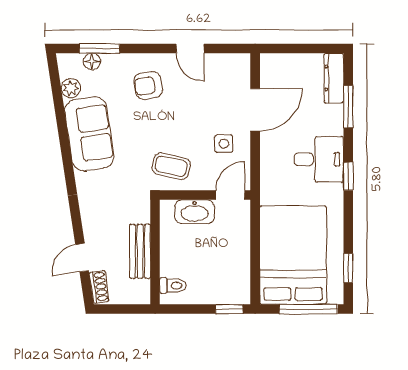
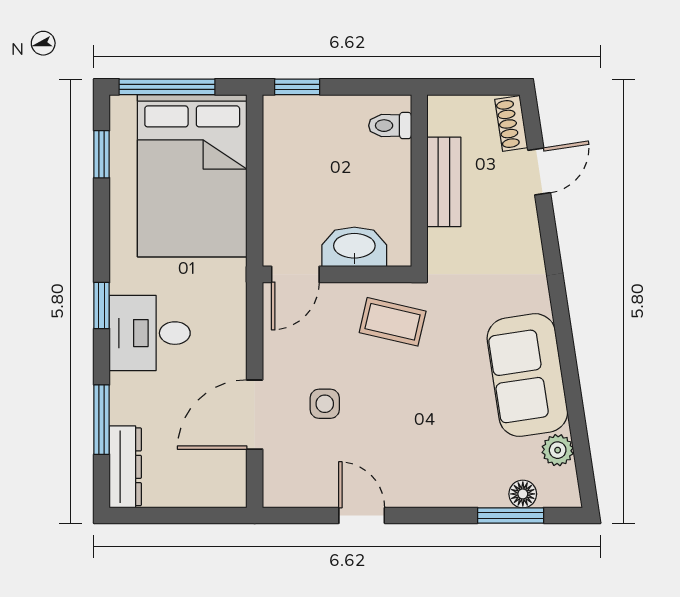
armchair: (148, 86) -> (431, 454), removed
side table: (224, 144) -> (325, 404), moved

